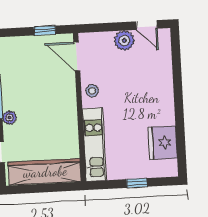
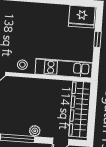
fridge: (163, 143) -> (82, 17), moved

